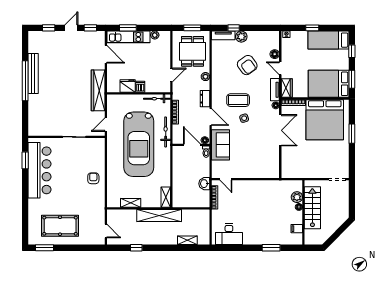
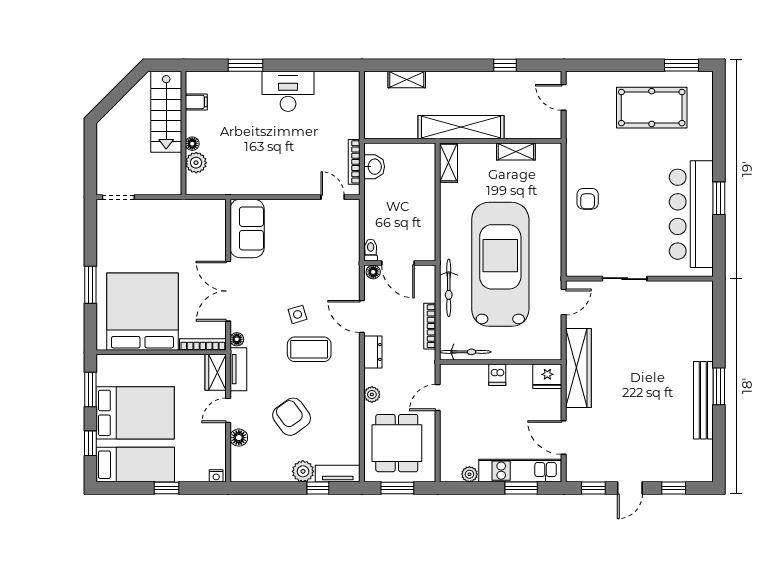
door: (280, 68) -> (228, 410), swing flipped
window: (25, 81) -> (719, 386), width x0.47
bed: (329, 84) -> (135, 413), moved
fridge: (128, 86) -> (547, 376), moved
sofa: (221, 145) -> (247, 228), moved, turned 180
window: (25, 160) -> (719, 198), moved
washbasin: (204, 184) -> (374, 167), moved
stairs: (312, 208) -> (166, 112), moved
desk: (229, 234) -> (288, 91), moved

